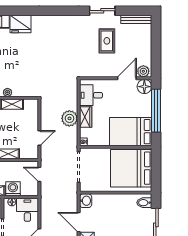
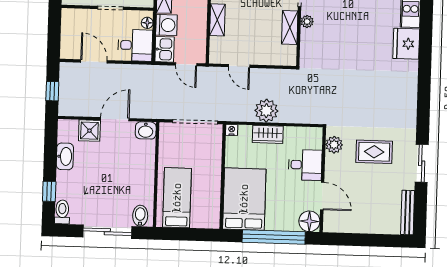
rug: (107, 41) -> (374, 152), moved
plant: (143, 71) -> (334, 145), moved
desk: (91, 95) -> (305, 165), moved, turned 90
bed: (131, 168) -> (177, 198), width x0.49
door: (39, 174) -> (186, 64), swing flipped
kitchen sink: (30, 190) -> (164, 49), added

